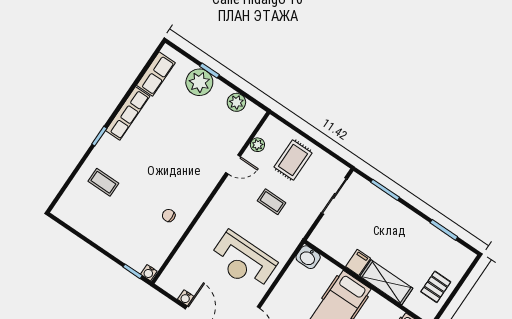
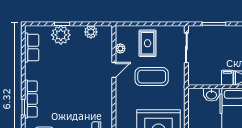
row of seats: (128, 113) -> (31, 99), moved
coffee table: (272, 202) -> (152, 77), width x1.86, depth x1.72
washbasin: (308, 257) -> (211, 95), moved

